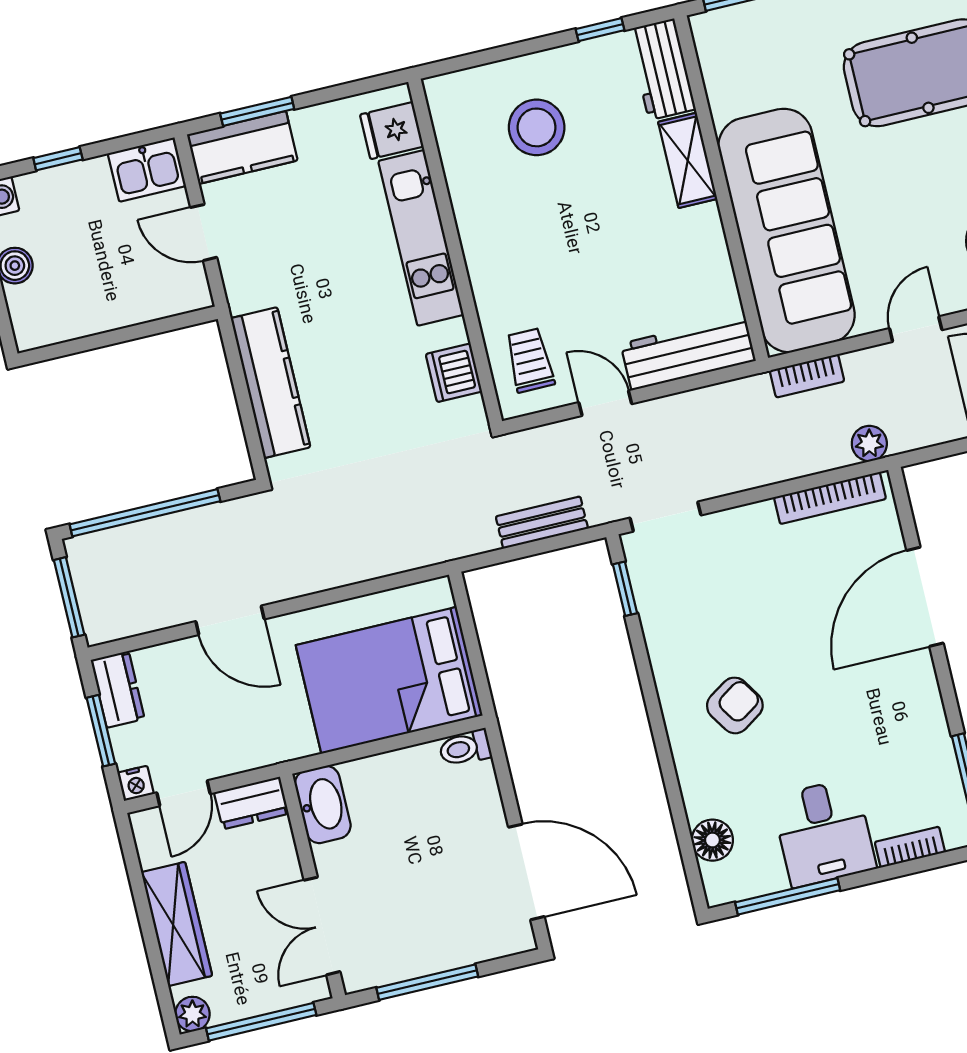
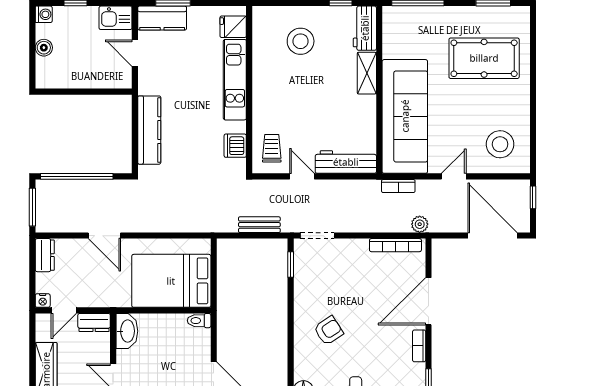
bookcase: (928, 693) -> (419, 346), added
window: (101, 731) -> (32, 272), removed

